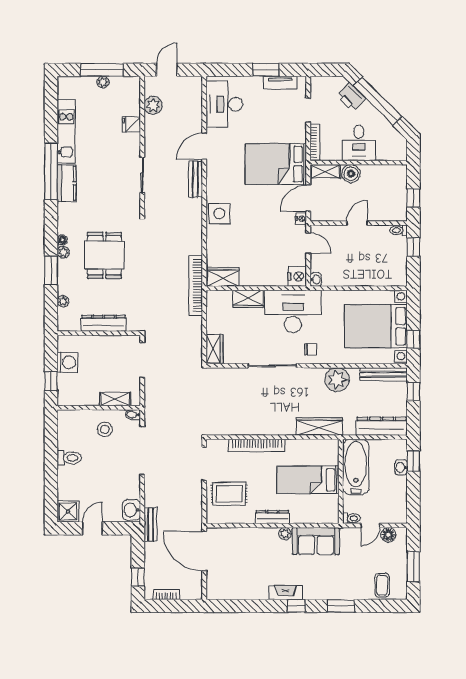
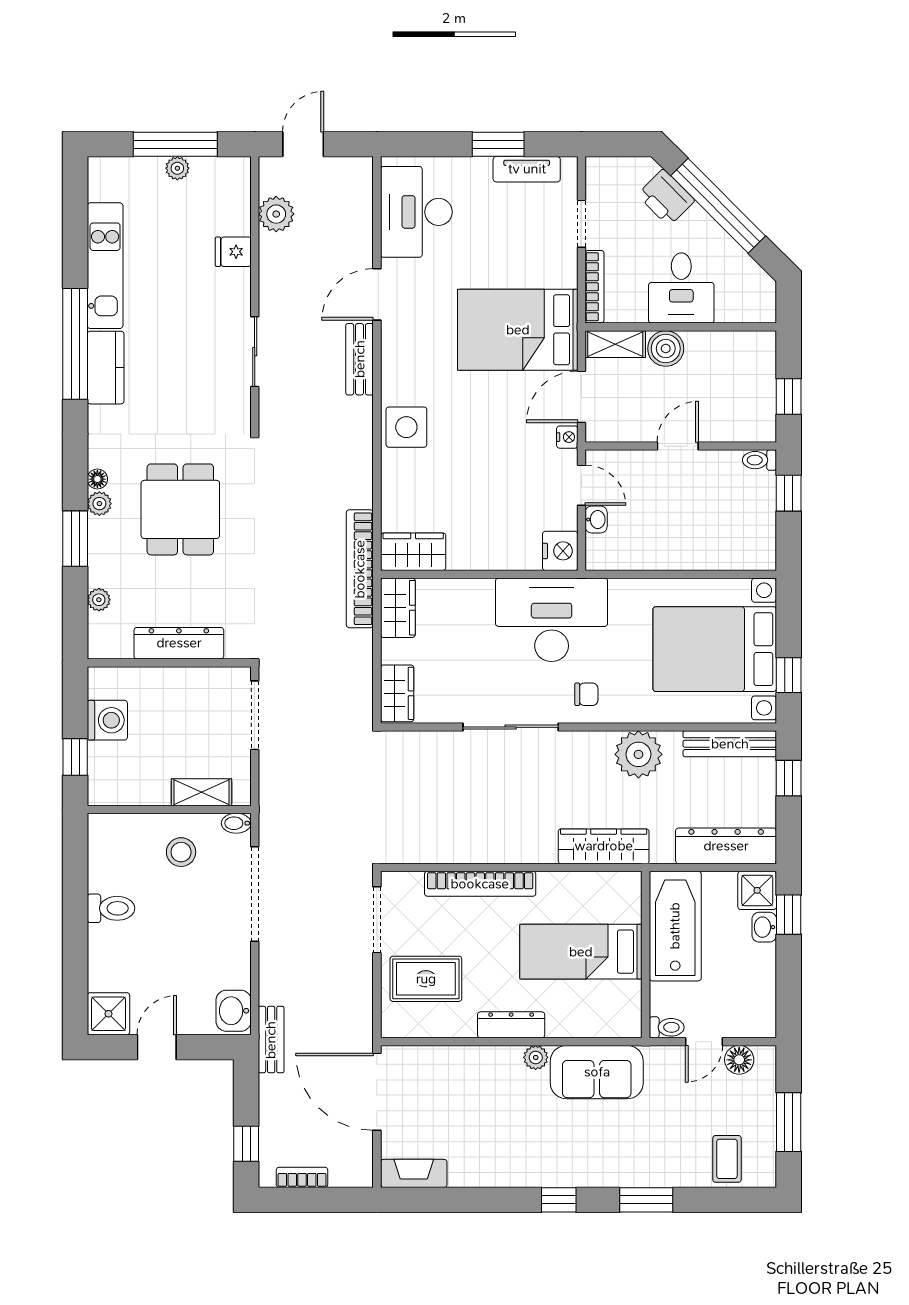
washbasin: (316, 280) -> (596, 520), moved
wardrobe: (248, 299) -> (398, 608), moved, turned -90
shower: (397, 449) -> (757, 890), added
fireplace: (286, 593) -> (414, 1173), moved

